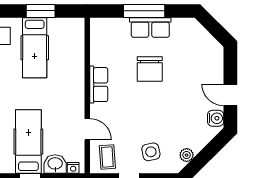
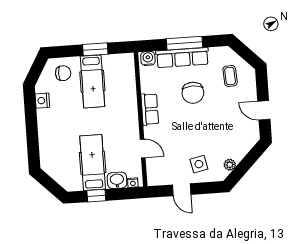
row of seats: (150, 28) -> (182, 58), width x1.48
water cooler: (216, 118) -> (148, 58), moved, turned -90
coffee table: (107, 157) -> (230, 76), moved

